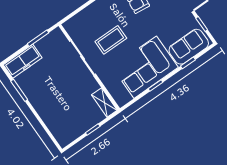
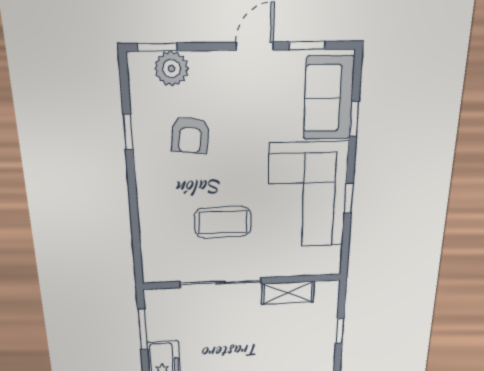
coffee table: (111, 40) -> (223, 222), turned 90
shelving: (104, 102) -> (288, 293), moved

